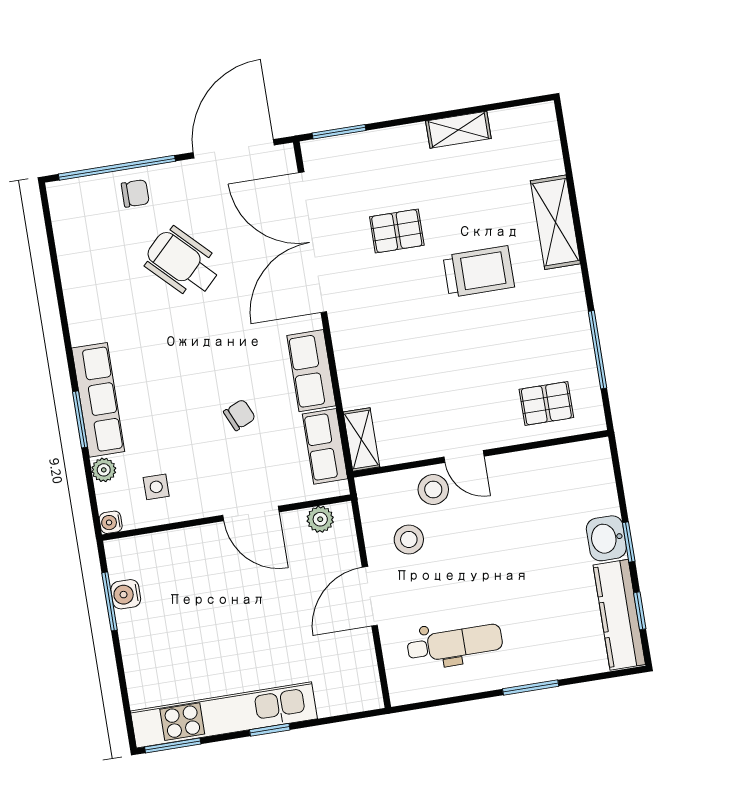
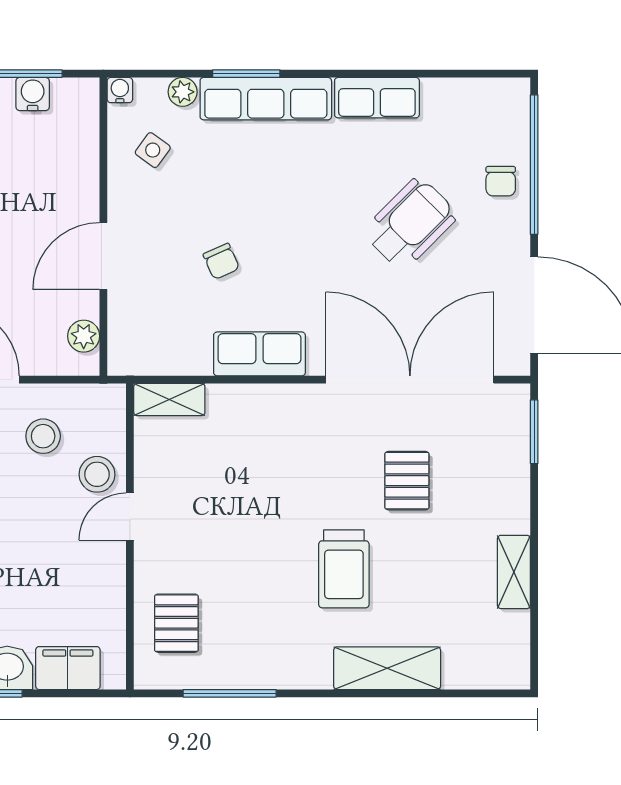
row of seats: (325, 446) -> (377, 98), moved, turned 180
side table: (156, 487) -> (153, 150), turned 36
filing cabinet: (598, 488) -> (68, 668), added

